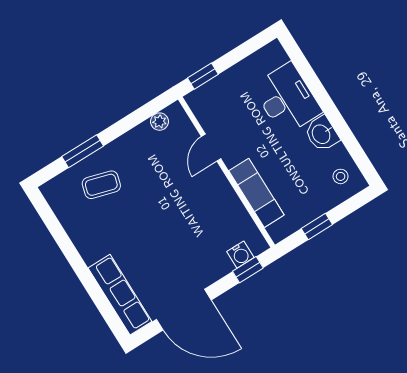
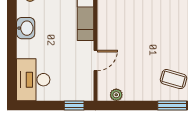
desk: (287, 99) -> (33, 80), moved

